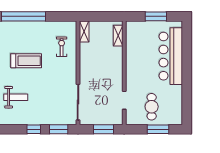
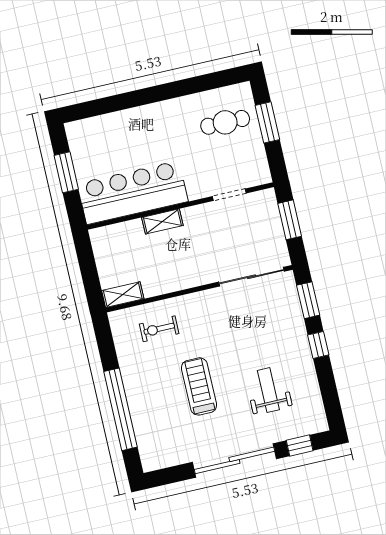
shelving: (118, 36) -> (162, 221), moved
bar counter: (171, 56) -> (133, 193), moved, turned 180
cafe table: (152, 107) -> (225, 122), moved

